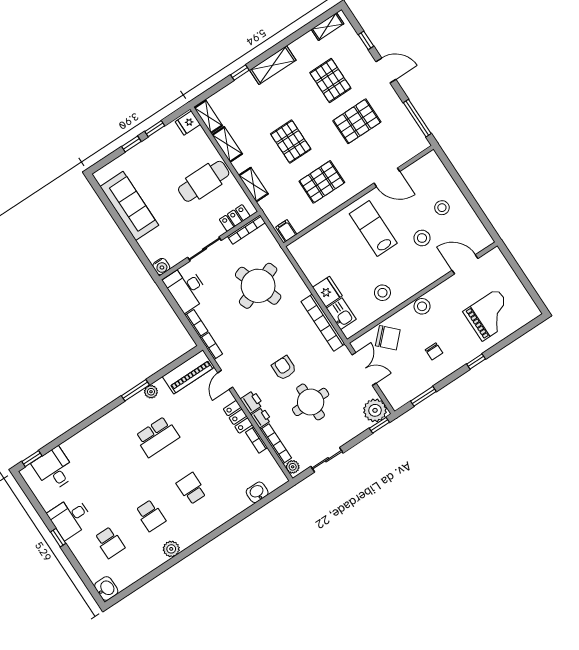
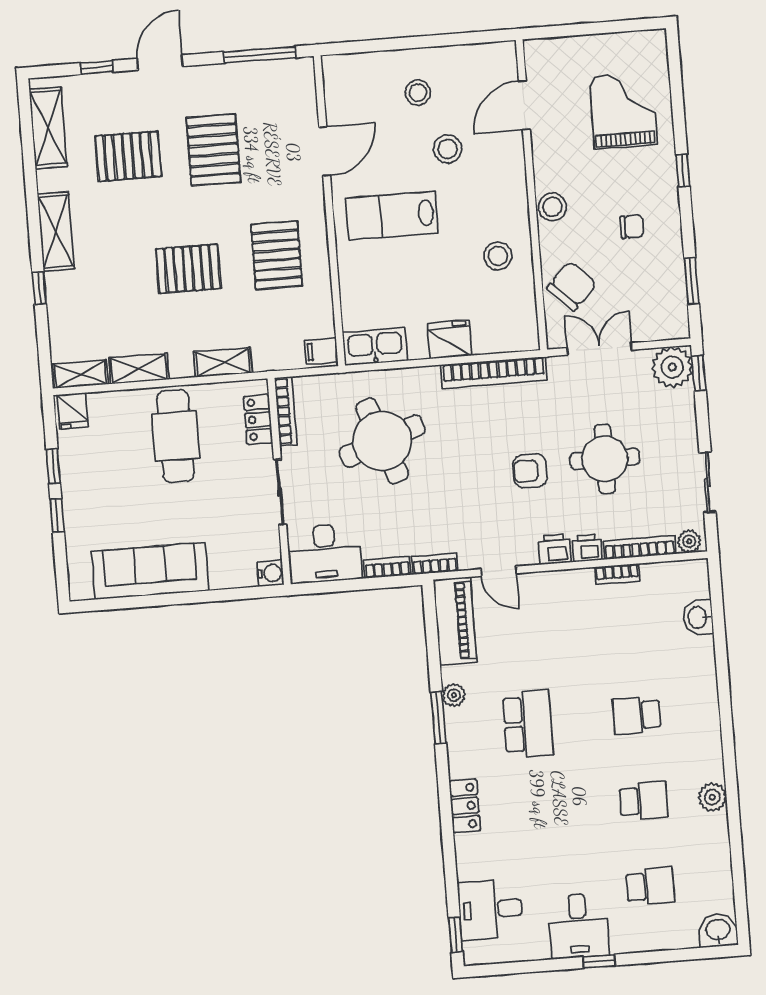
shelving: (327, 27) -> (48, 128), width x1.50, depth x1.33
kitchen sink: (341, 314) -> (375, 347), moved, width x1.38
locker: (238, 417) -> (465, 806), moved, turned -90

